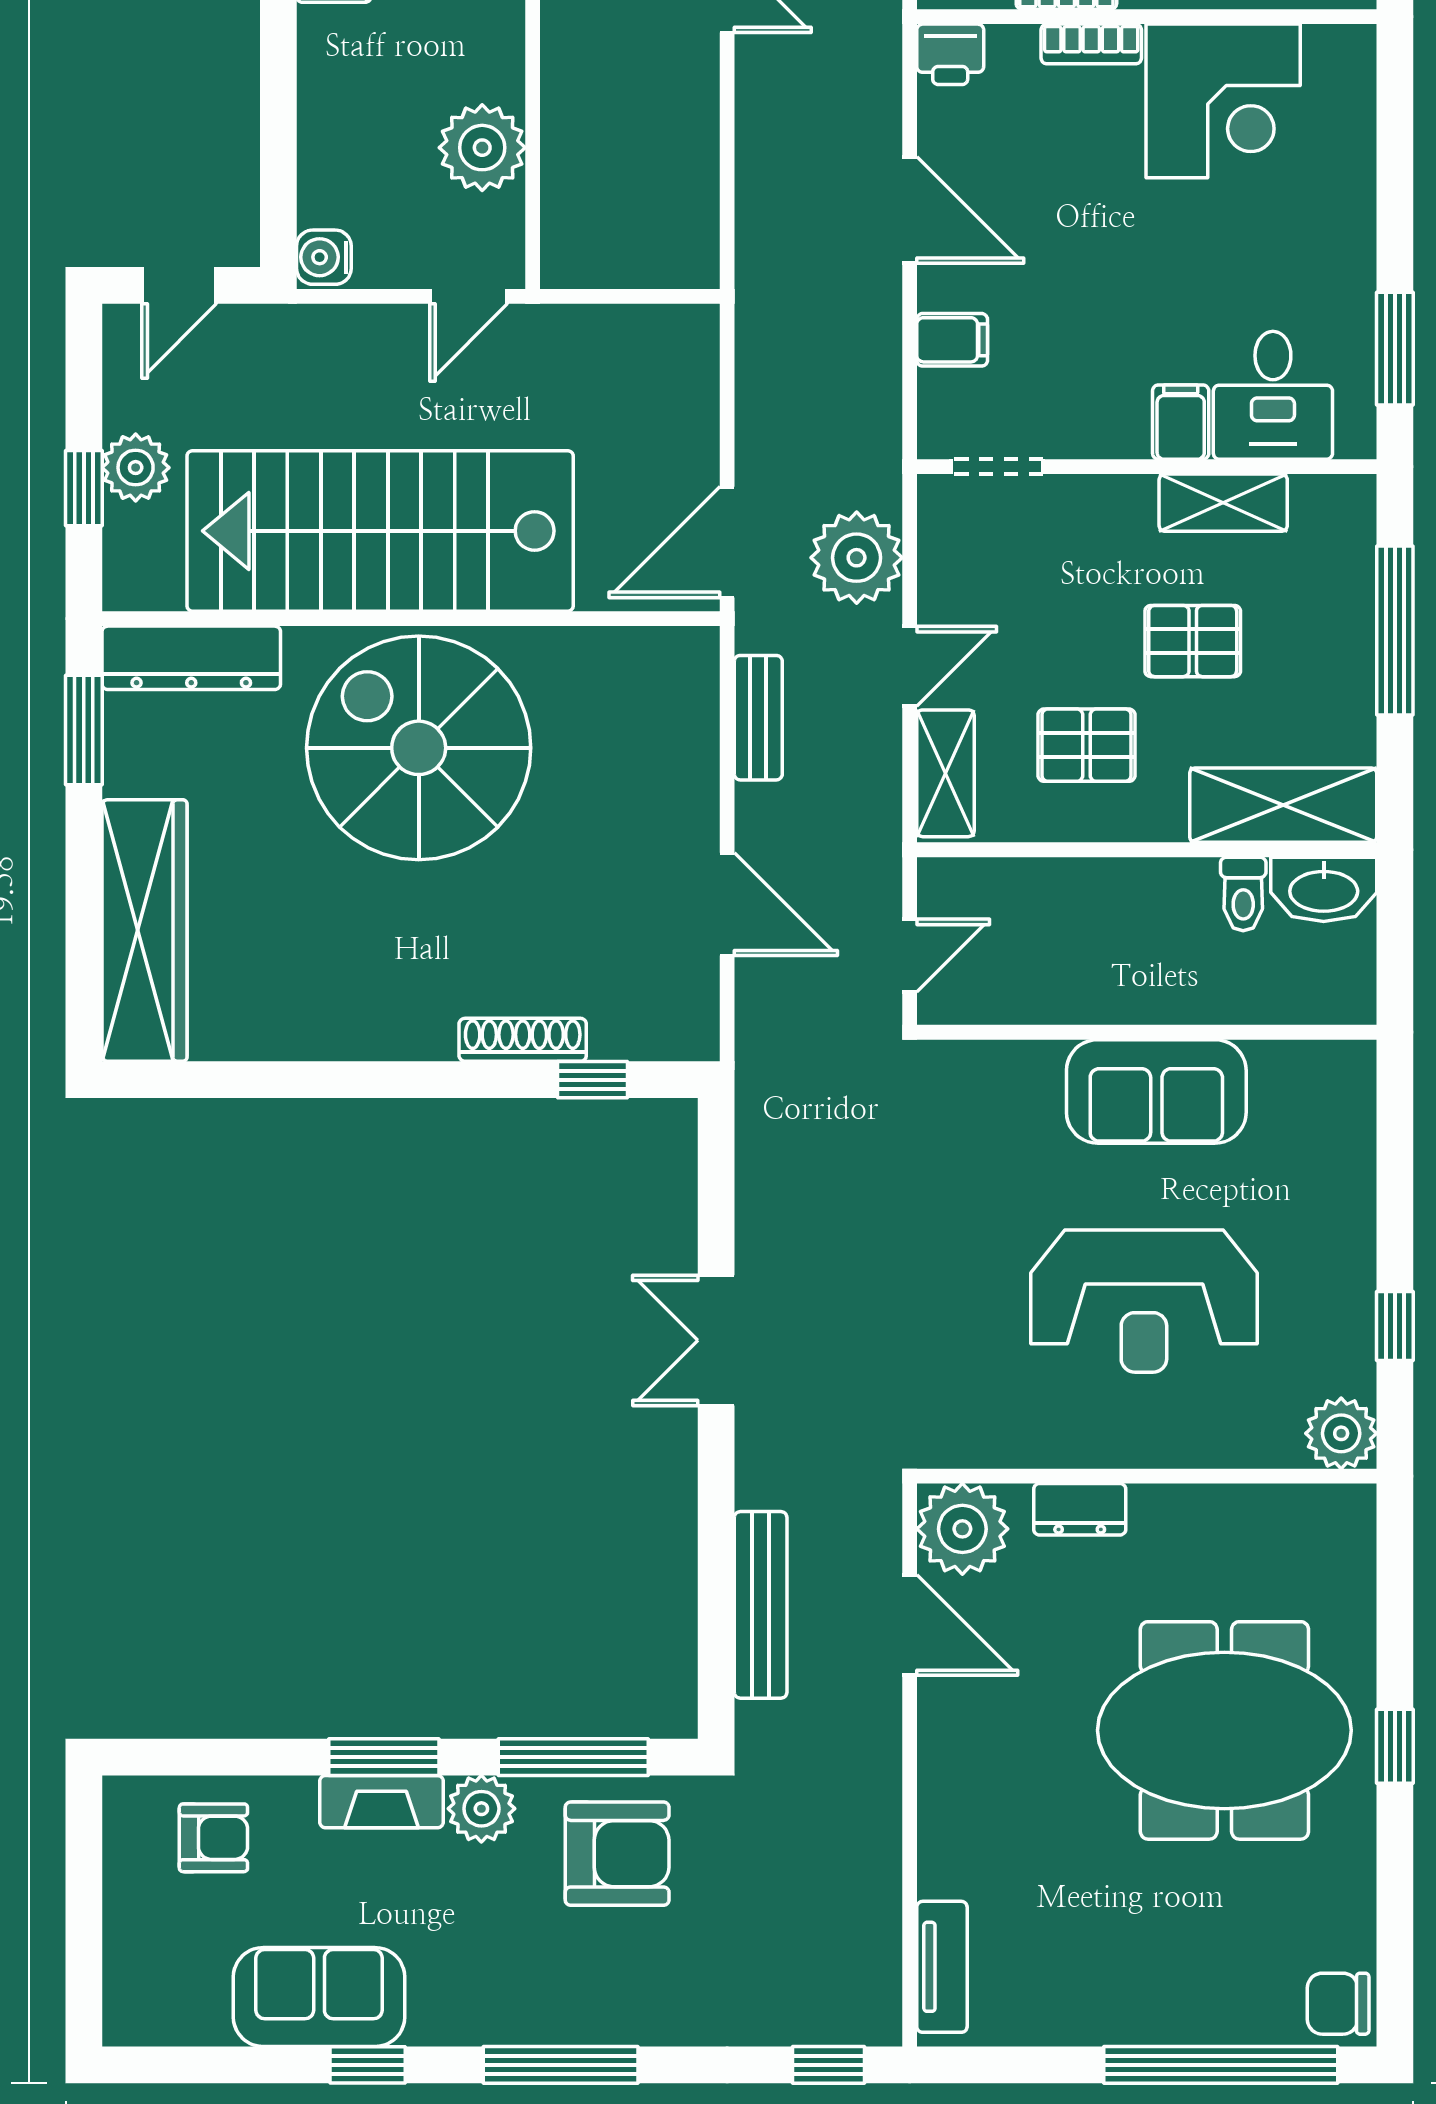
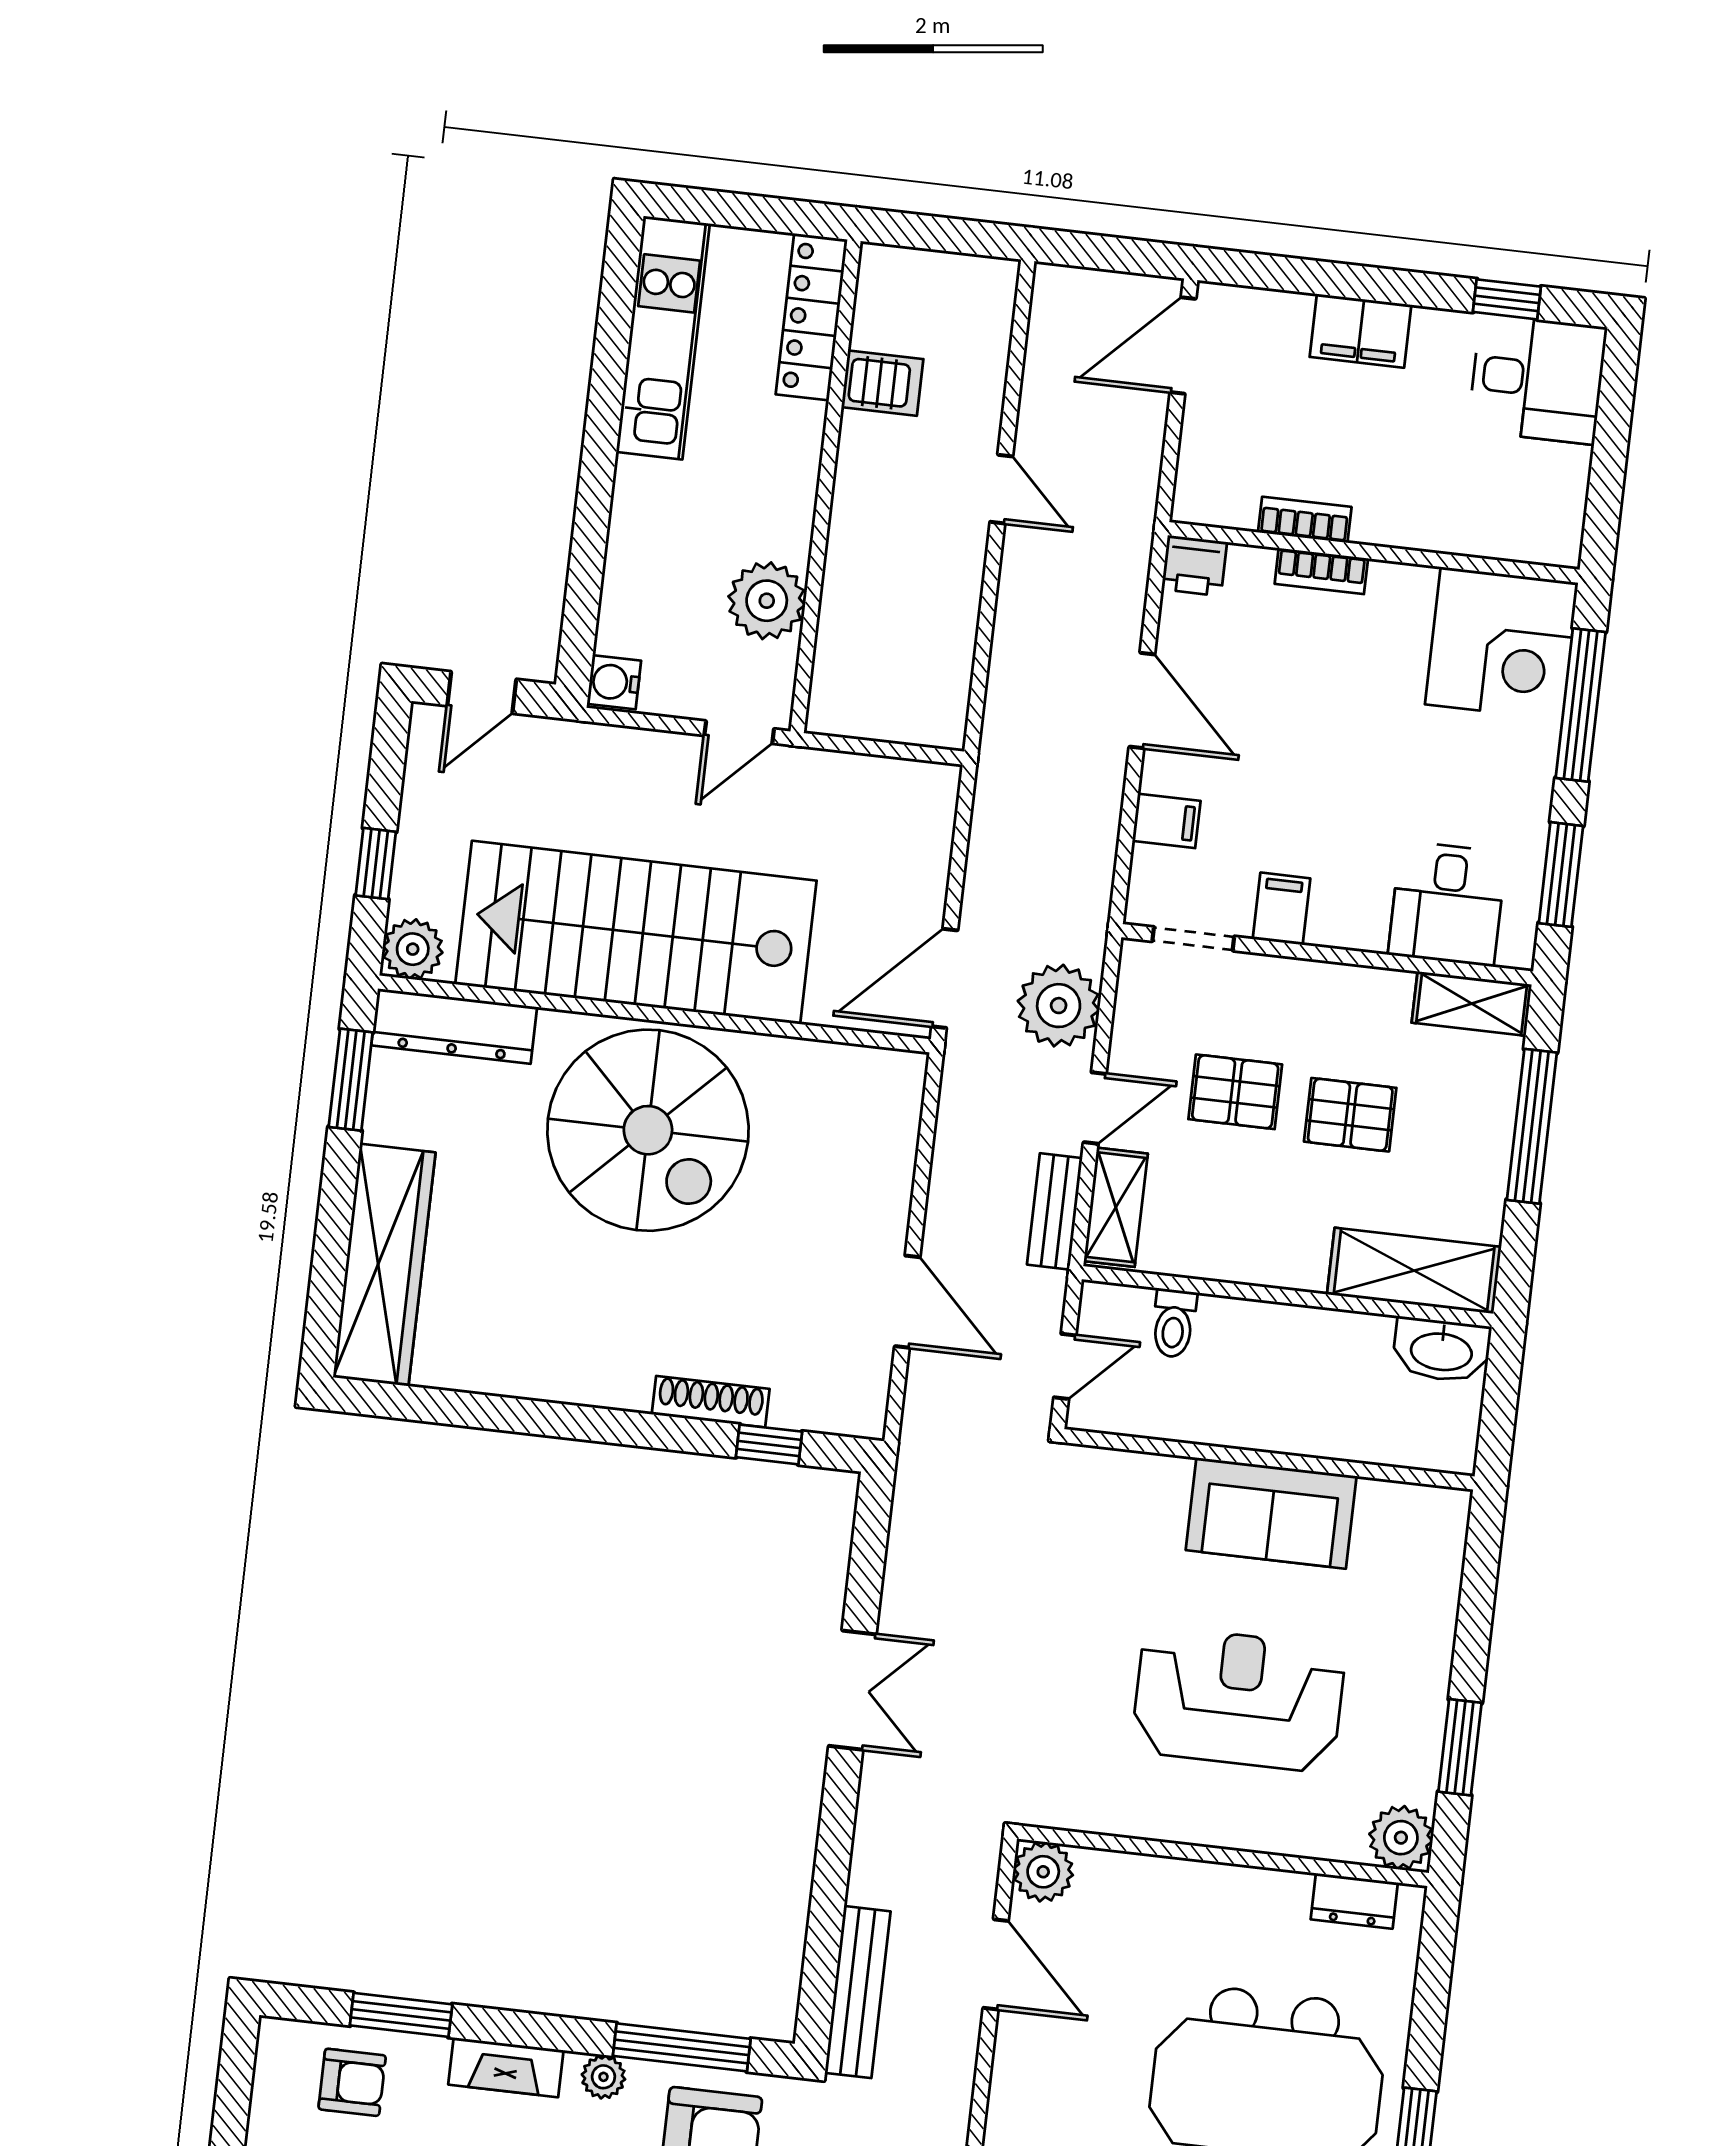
corner desk: (1223, 101) -> (1502, 643), moved
window: (1395, 159) -> (1581, 705), added
filing cabinet: (1181, 422) -> (1282, 909), moved
plant: (136, 468) -> (413, 949), moved
shelving: (1223, 503) -> (1472, 1004), moved
bench: (758, 718) -> (1055, 1211), moved
pallet: (1086, 745) -> (1235, 1092), moved
spiral stairs: (419, 748) -> (648, 1130), turned 180
toilet: (1243, 894) -> (1174, 1323), moved
reception desk: (1144, 1301) -> (1238, 1699), turned 180
window: (1395, 1326) -> (1460, 1747), width x1.50
double door: (716, 1340) -> (852, 1690), swing flipped
dresser: (1080, 1509) -> (1354, 1901), moved
plant: (962, 1529) -> (1043, 1872), width x0.73, depth x0.73
bench: (761, 1605) -> (858, 1992), moved
window: (384, 1757) -> (401, 2015), moved
plant: (481, 1809) -> (603, 2077), width x0.73, depth x0.73

